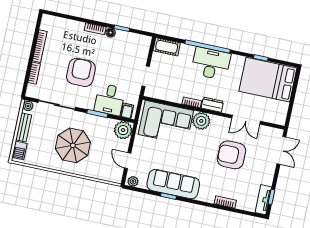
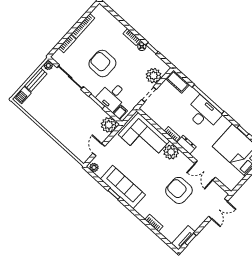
plant: (139, 55) -> (154, 76), added
armchair: (81, 72) -> (102, 63), turned -90
parasol: (73, 145) -> (65, 114), removed

